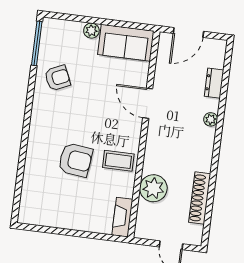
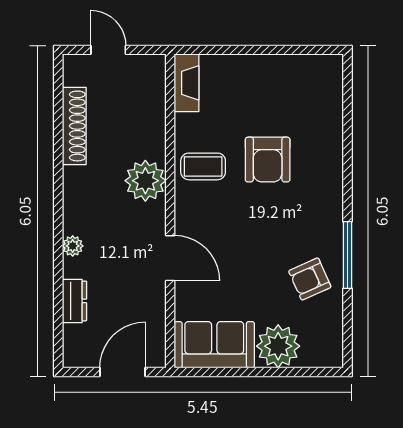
plant: (91, 31) -> (278, 346), width x1.88, depth x1.88
window: (37, 43) -> (347, 255), moved
armchair: (75, 160) -> (268, 160), turned -97
plant: (153, 188) -> (145, 181), moved

